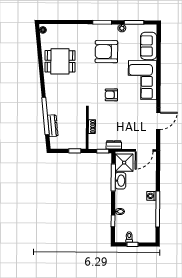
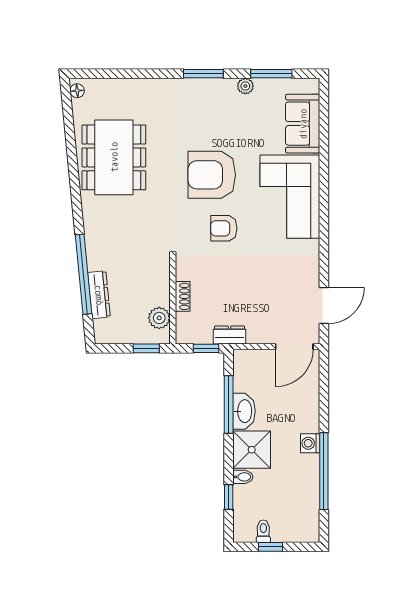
armchair: (106, 52) -> (212, 175), moved
dining table: (60, 61) -> (114, 157), width x1.38
door: (158, 121) -> (324, 305), moved
plant: (81, 137) -> (159, 318), added
shower: (124, 163) -> (252, 450), moved

